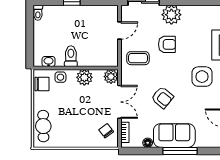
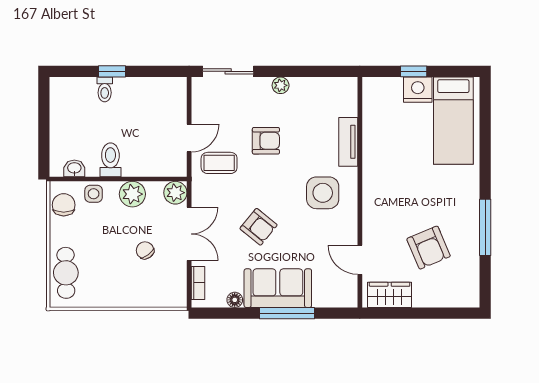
toilet: (38, 13) -> (105, 89), moved
plant: (171, 15) -> (281, 85), width x0.53, depth x0.53
door: (119, 31) -> (189, 138), moved
chair: (42, 84) -> (64, 205), turned -90
chair: (106, 131) -> (145, 250), moved

